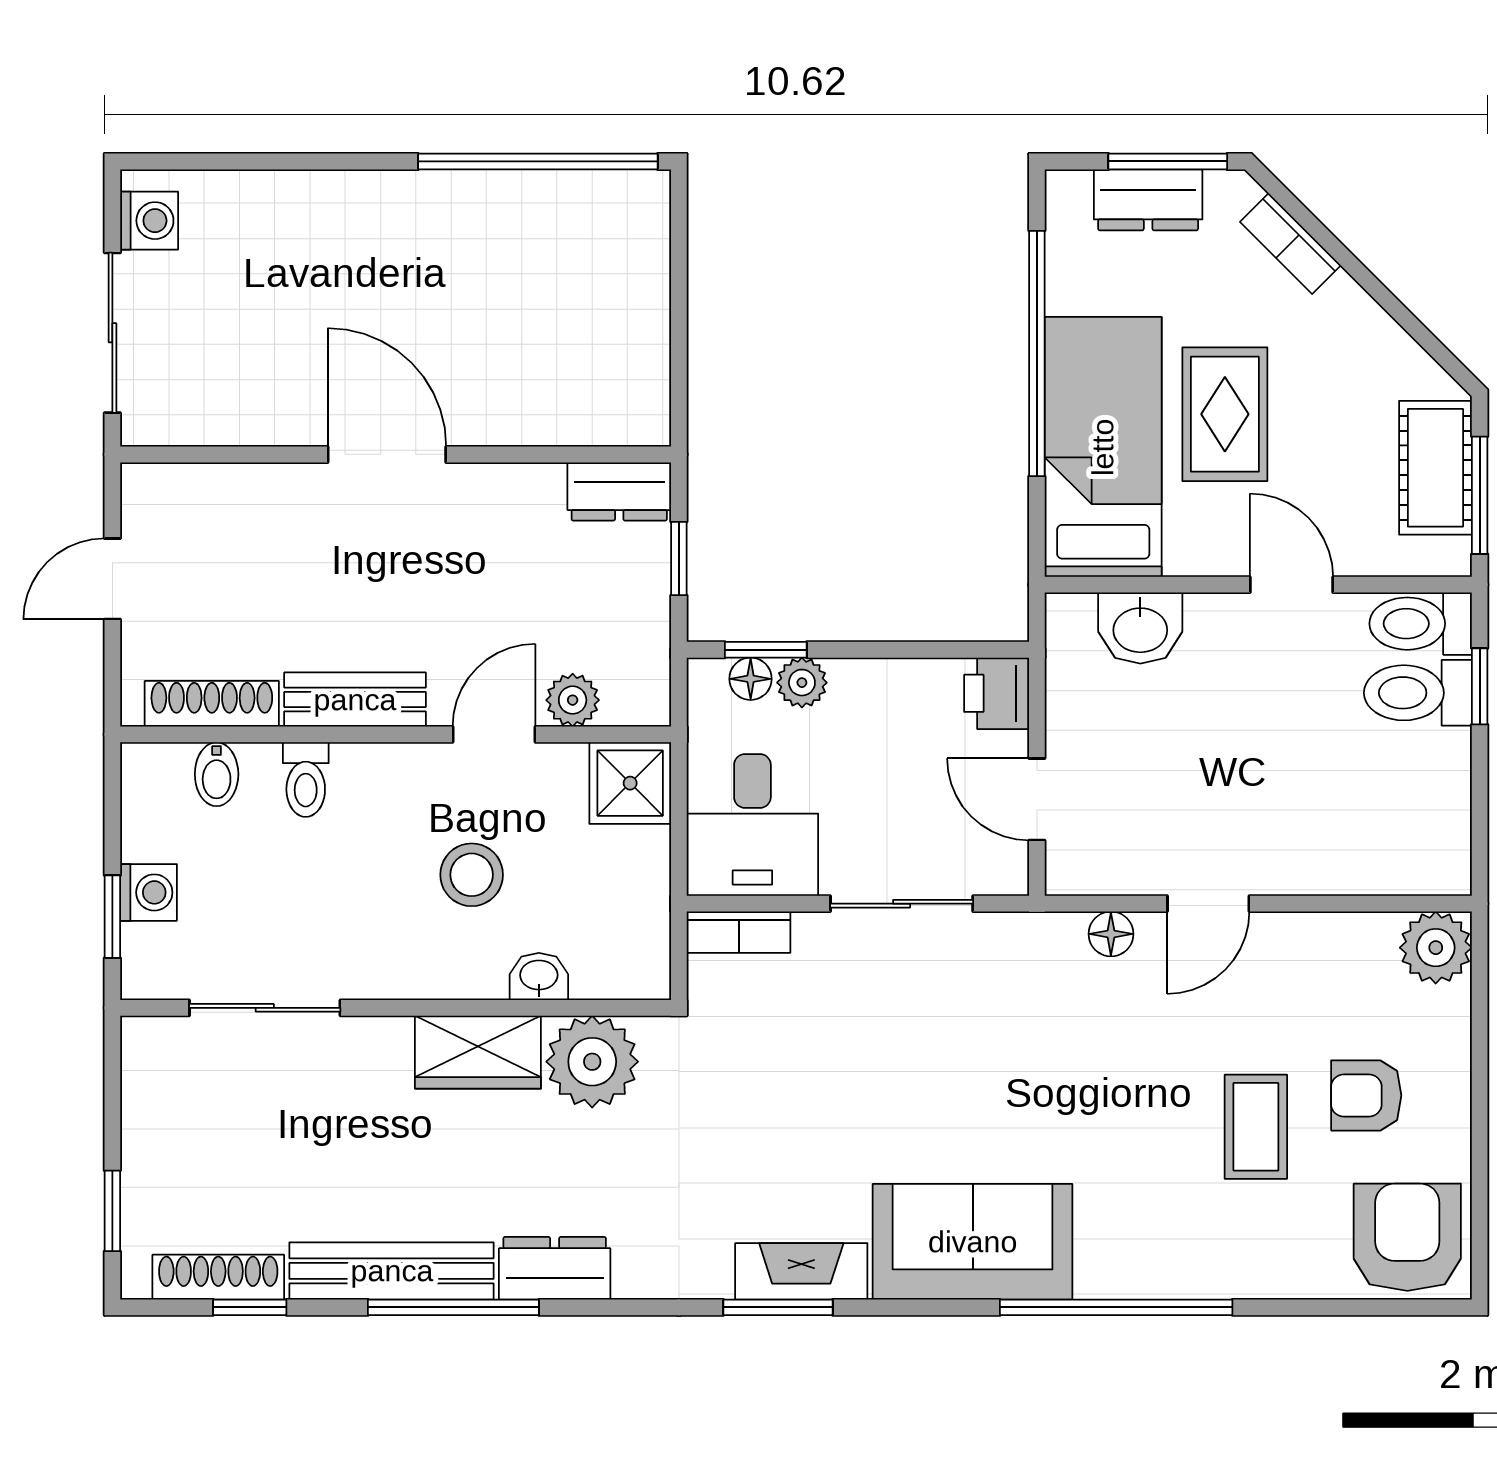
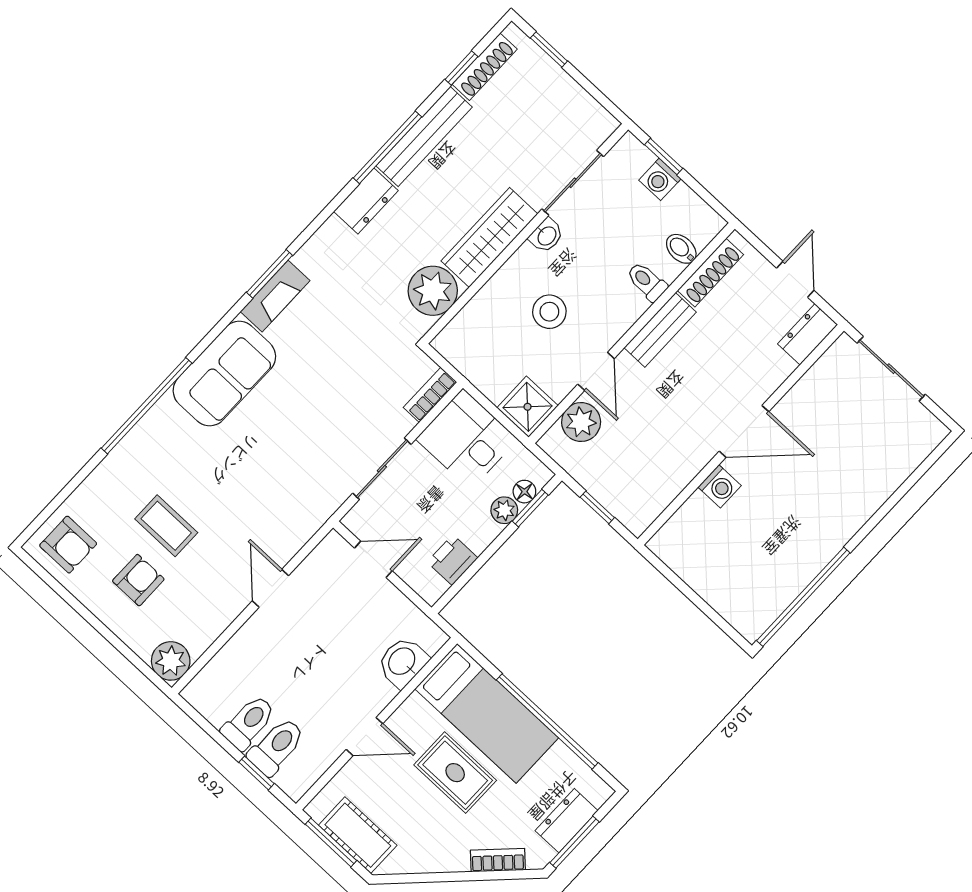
washing machine: (149, 221) -> (720, 486), moved, turned -90
dresser: (619, 491) -> (808, 334), moved
toilet: (1421, 624) -> (249, 722), moved
printer: (997, 693) -> (452, 560), moved, turned -90
plant: (573, 700) -> (581, 422), width x1.38, depth x1.38
floor lamp: (1111, 934) -> (294, 539), removed
washbasin: (539, 976) -> (546, 235), moved
wardrobe: (478, 1052) -> (489, 237), width x1.50
armchair: (1407, 1237) -> (68, 545), width x0.72, depth x0.72

